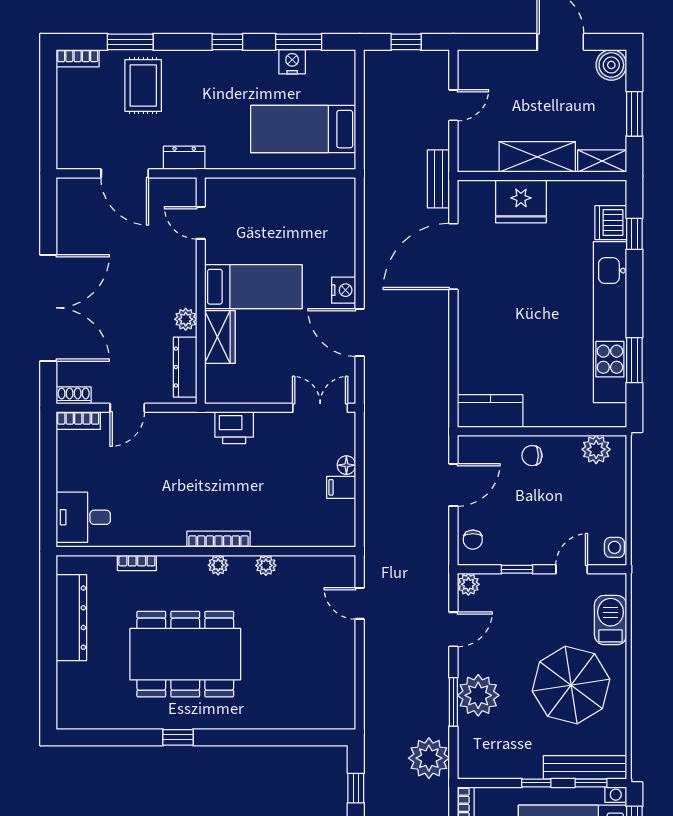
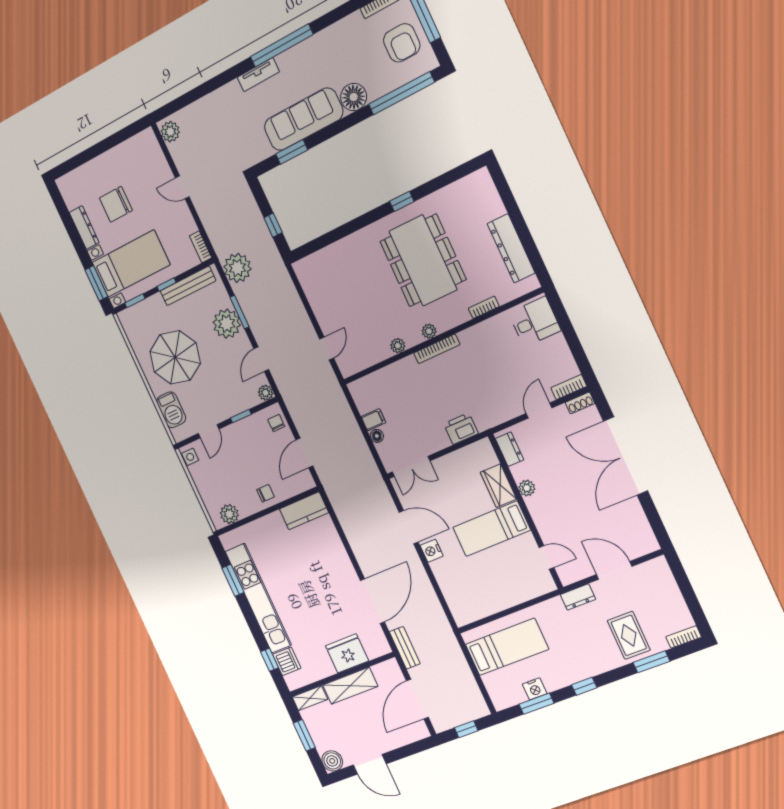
door: (453, 105) -> (417, 699), width x1.88
dresser: (185, 367) -> (510, 449), width x0.70
door: (360, 603) -> (327, 348), hinge flipped
dining table: (185, 654) -> (423, 260), turned 90
bench: (585, 767) -> (188, 286), moved

